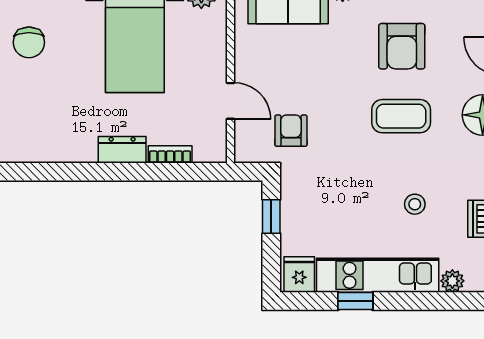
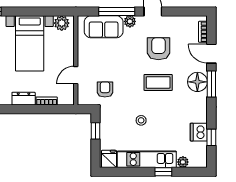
armchair: (402, 46) -> (158, 49), turned 180
door: (230, 101) -> (76, 75), swing flipped
stool: (415, 204) -> (141, 120), moved
window: (355, 301) -> (163, 172), moved

